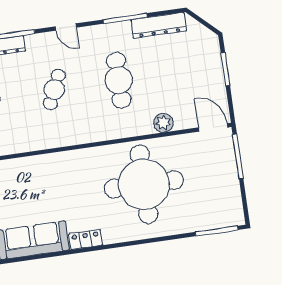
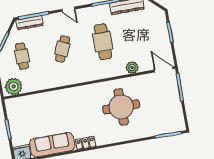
round table: (144, 184) -> (121, 107), width x0.73, depth x0.73

